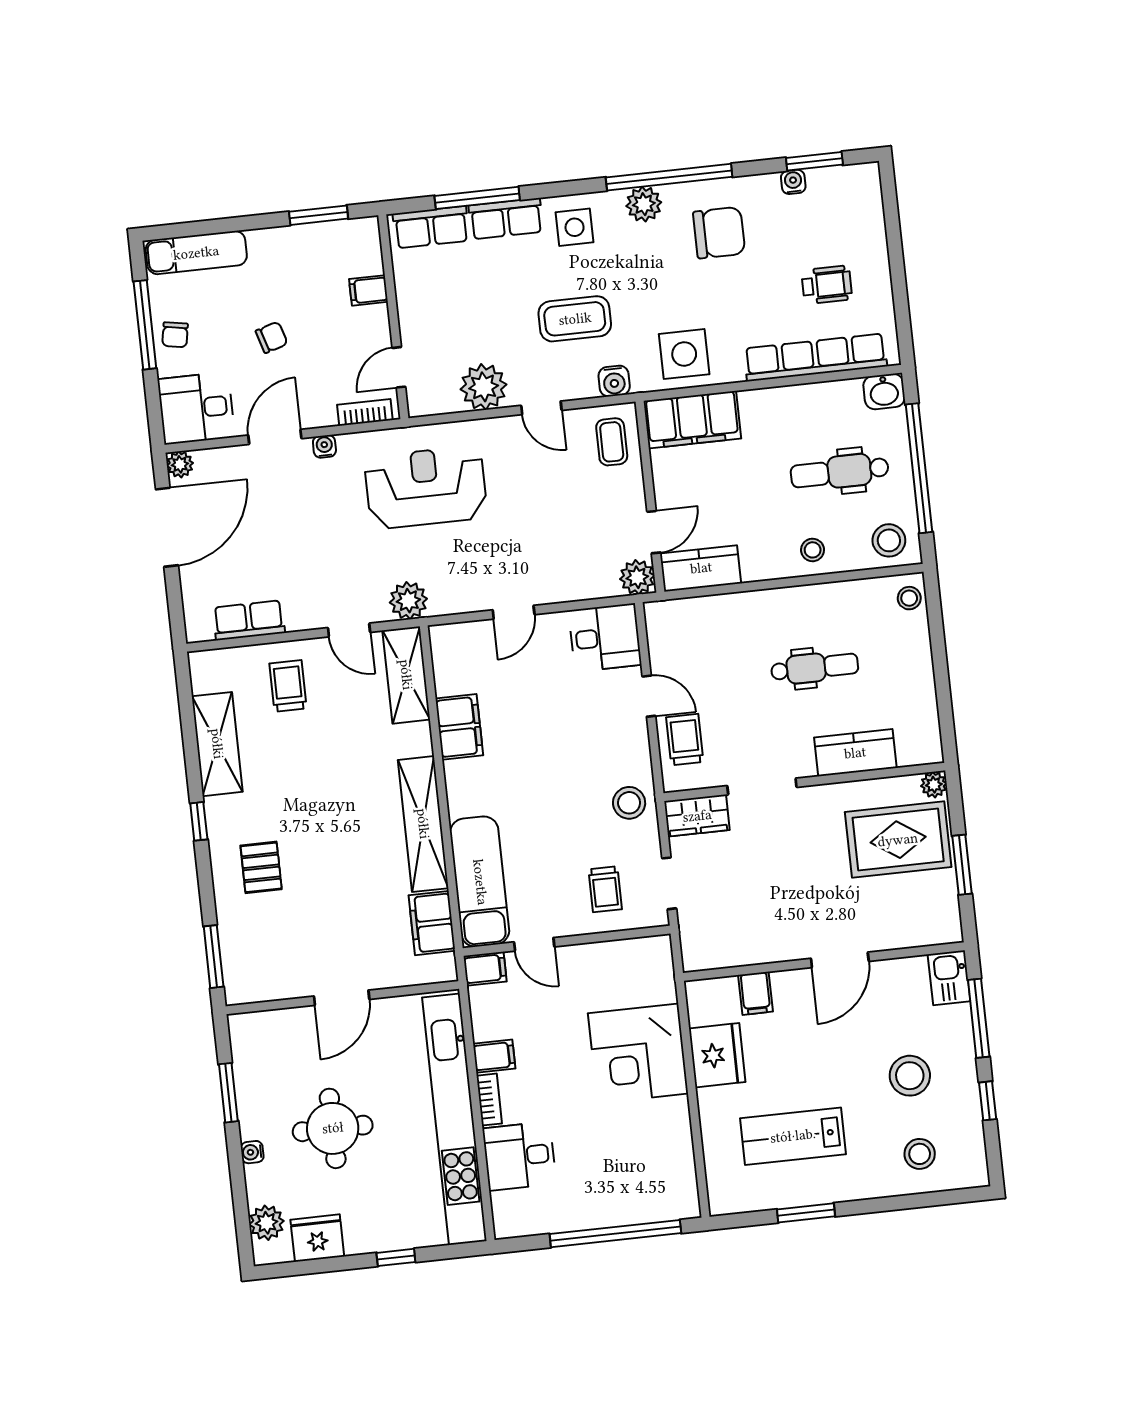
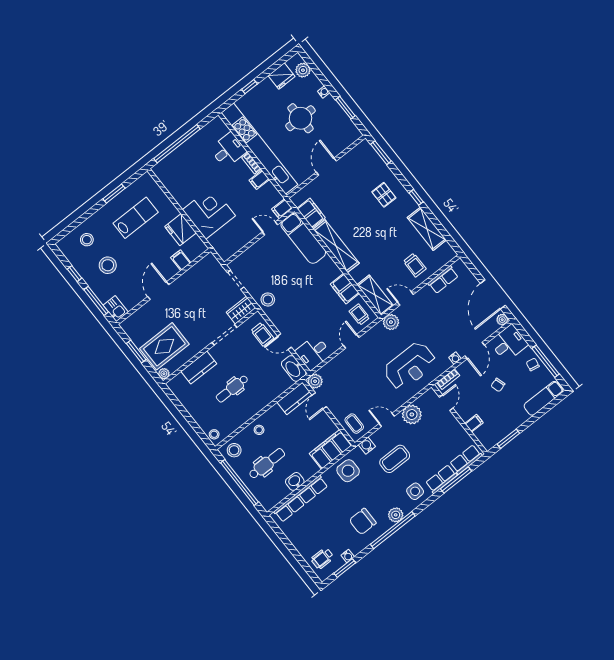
wheelchair: (827, 285) -> (322, 558), moved
washbasin: (884, 391) -> (295, 481), moved
washbasin: (664, 630) -> (294, 368), added
trolley: (605, 889) -> (359, 314), moved

